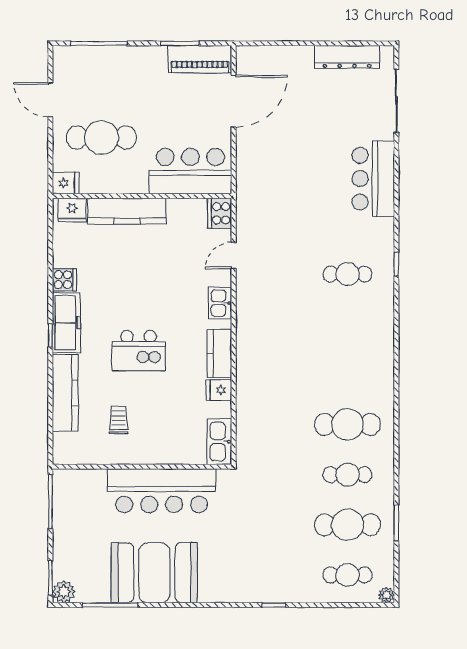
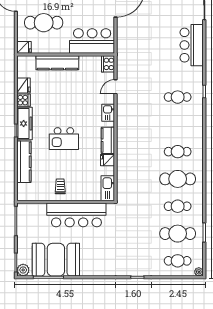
fridge: (72, 210) -> (24, 85), moved, turned -90
cafe table: (347, 374) -> (178, 152), added
trolley: (119, 420) -> (60, 186), moved
booth: (154, 573) -> (56, 260), moved

